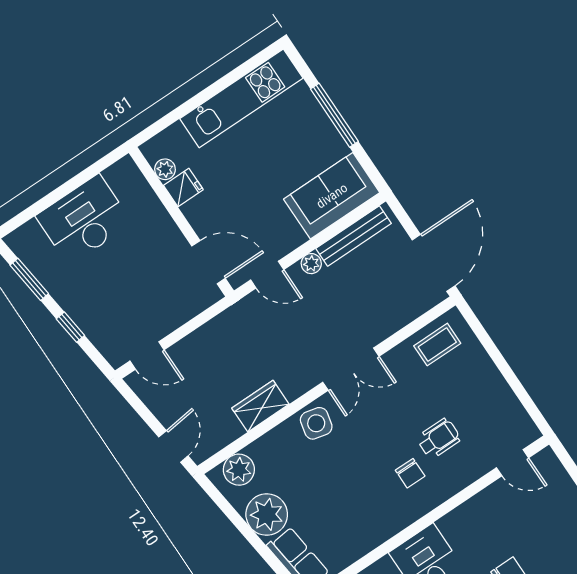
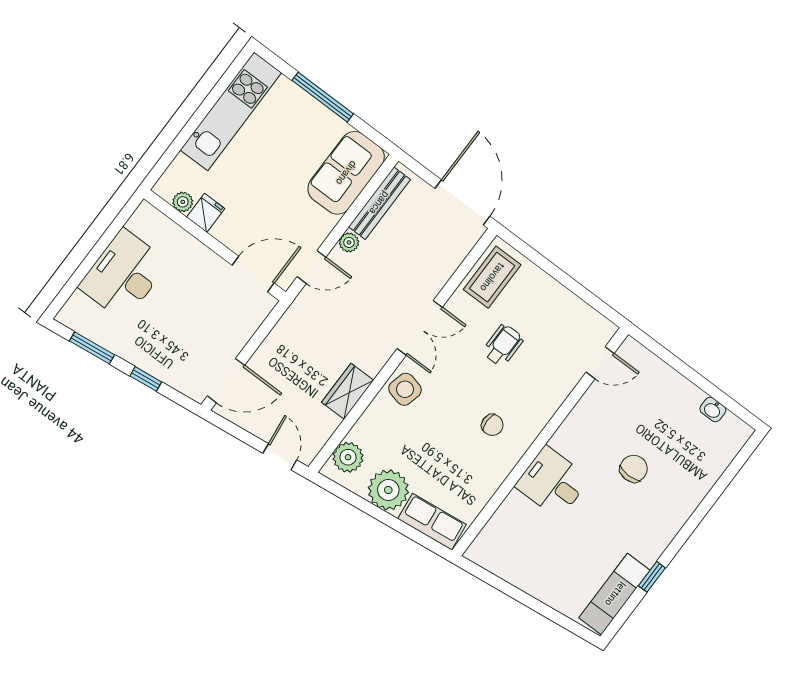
coffee table: (437, 345) -> (492, 277), width x1.36, depth x1.30
door: (147, 355) -> (226, 381), width x1.38
wheelchair: (439, 438) -> (503, 345), moved
chair: (410, 473) -> (492, 425), moved

